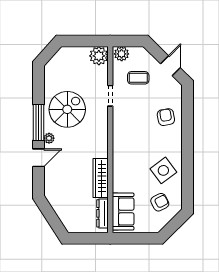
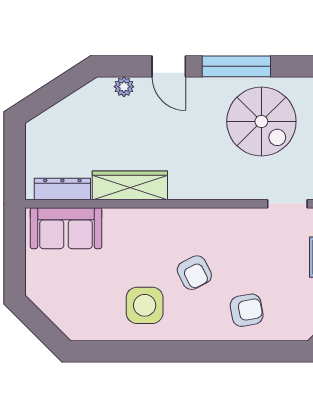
plant: (49, 138) -> (124, 87), moved
side table: (163, 170) -> (145, 305), turned 37
armchair: (160, 202) -> (194, 273), moved

